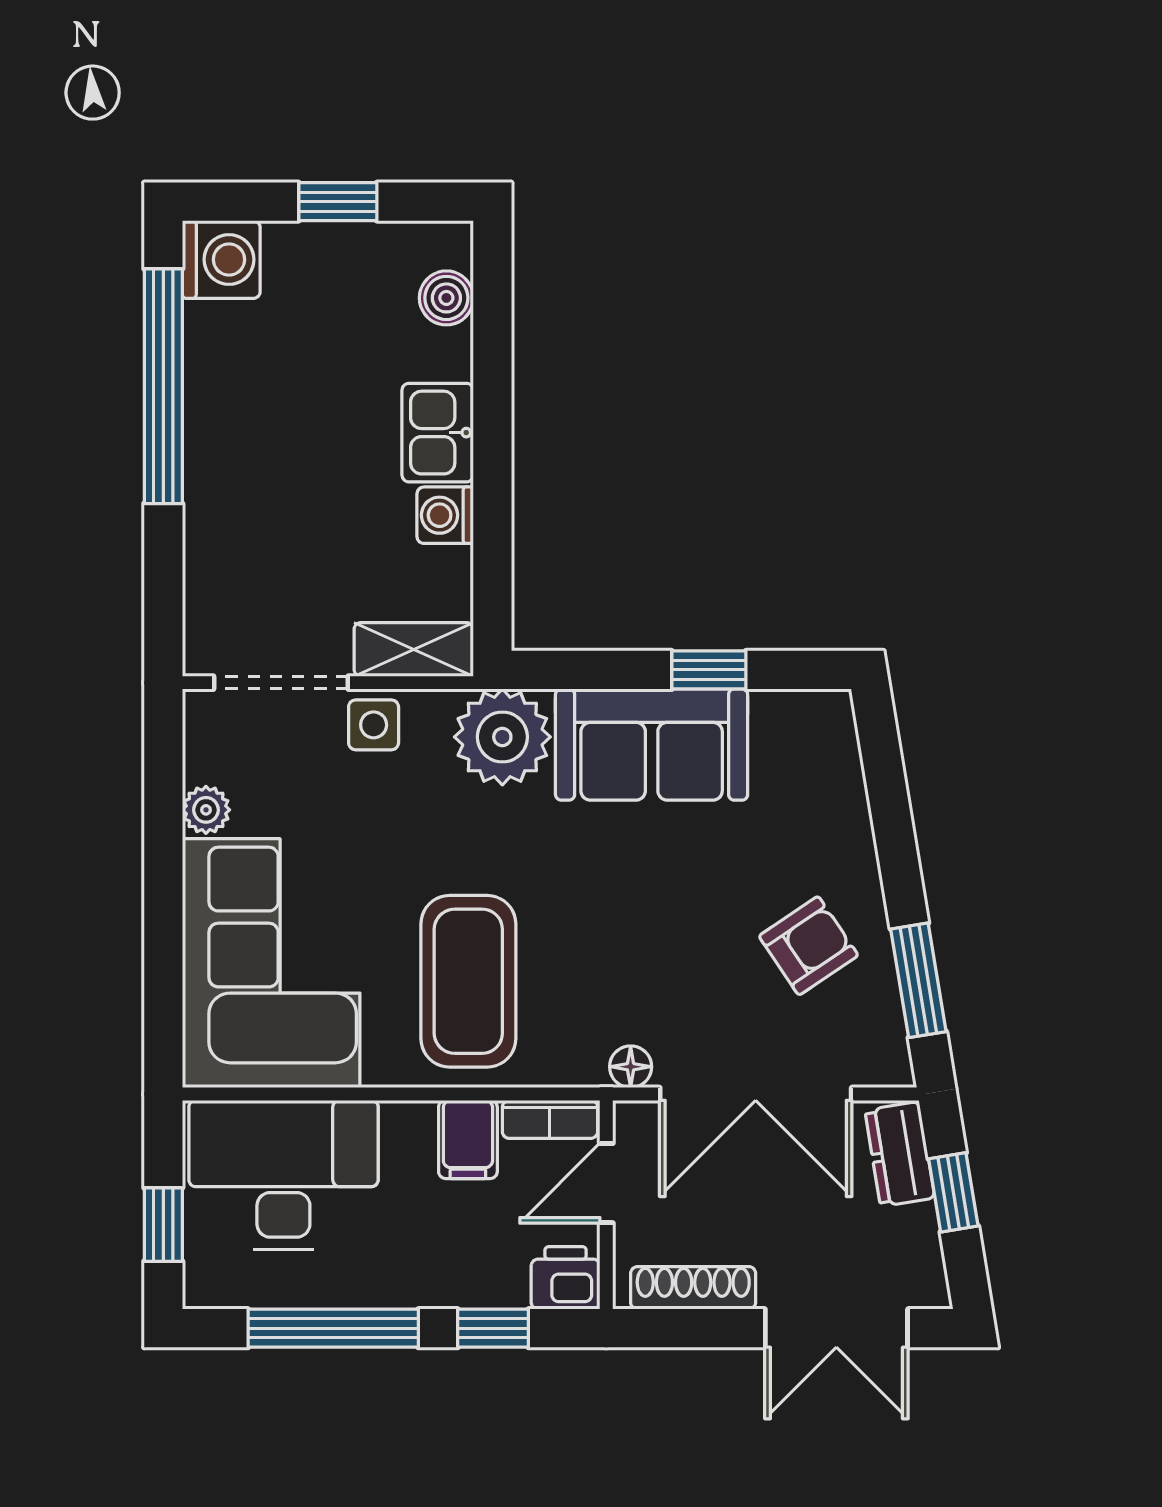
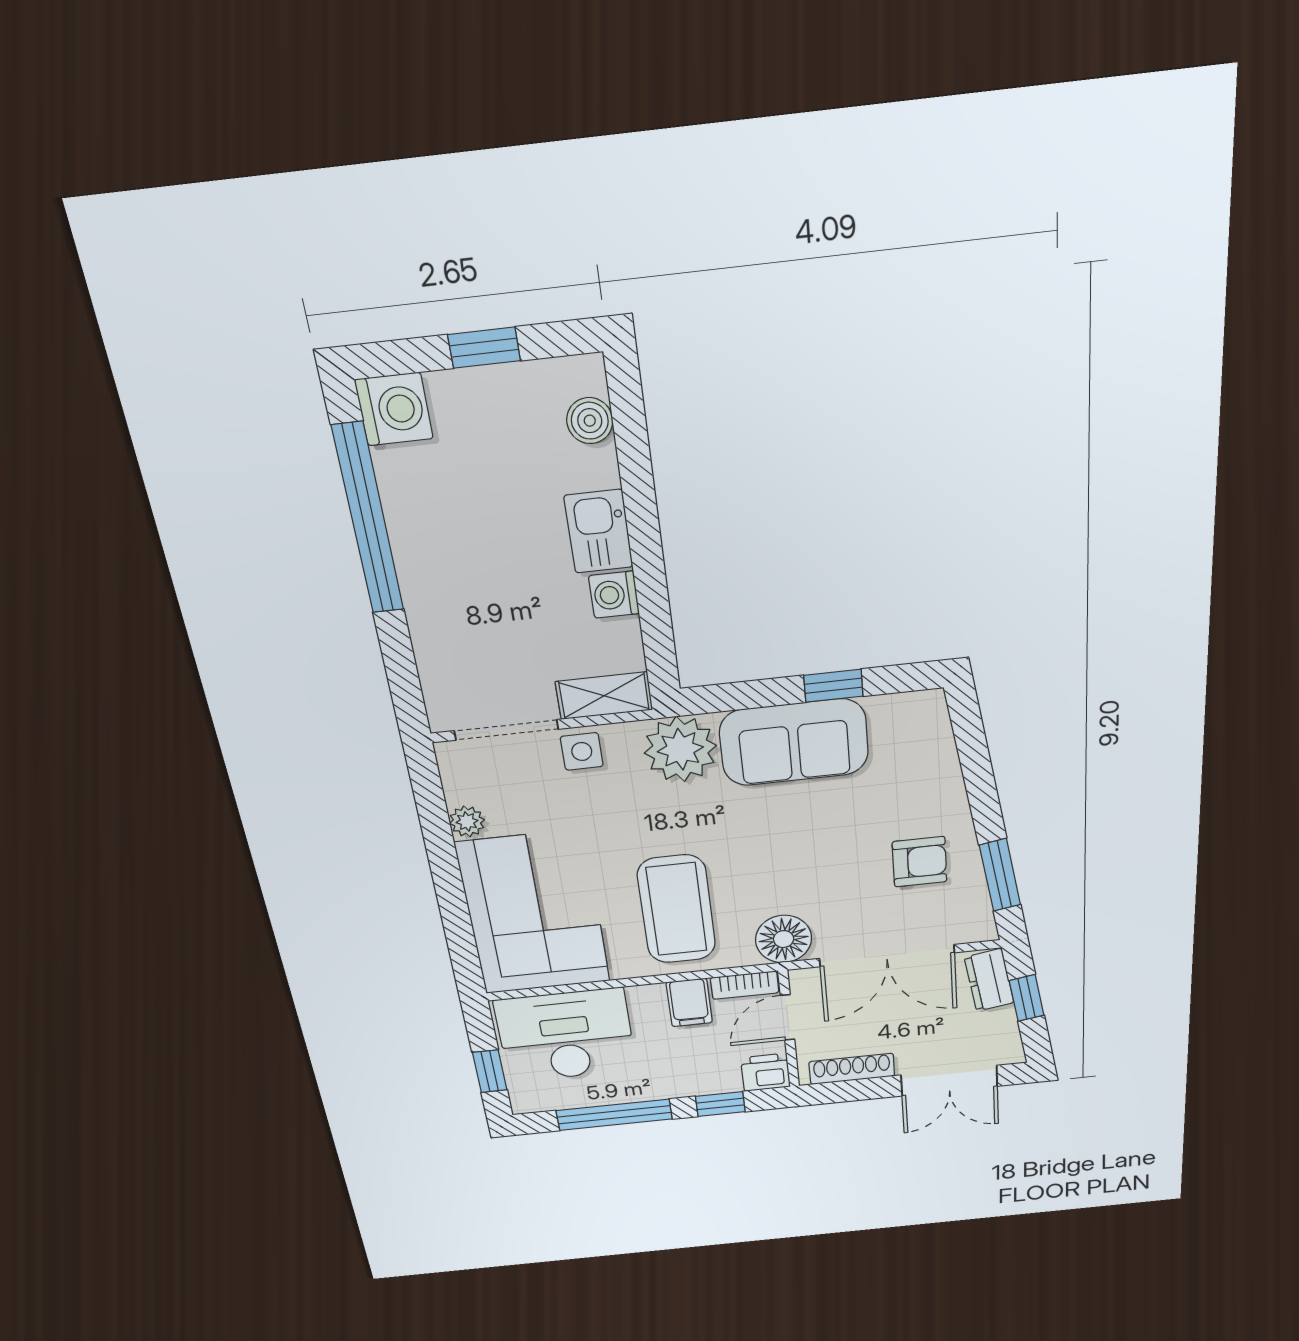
armchair: (809, 946) -> (920, 862), turned 34
floor lamp: (631, 1067) -> (784, 939), width x1.89, depth x1.89

